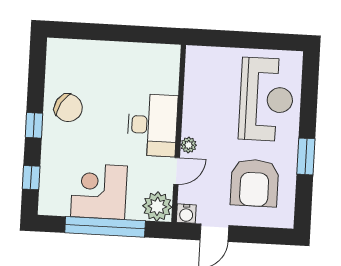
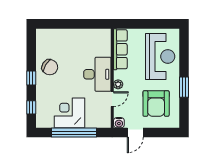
row of seats: (196, 83) -> (120, 49), added
plant: (157, 206) -> (103, 120), removed

